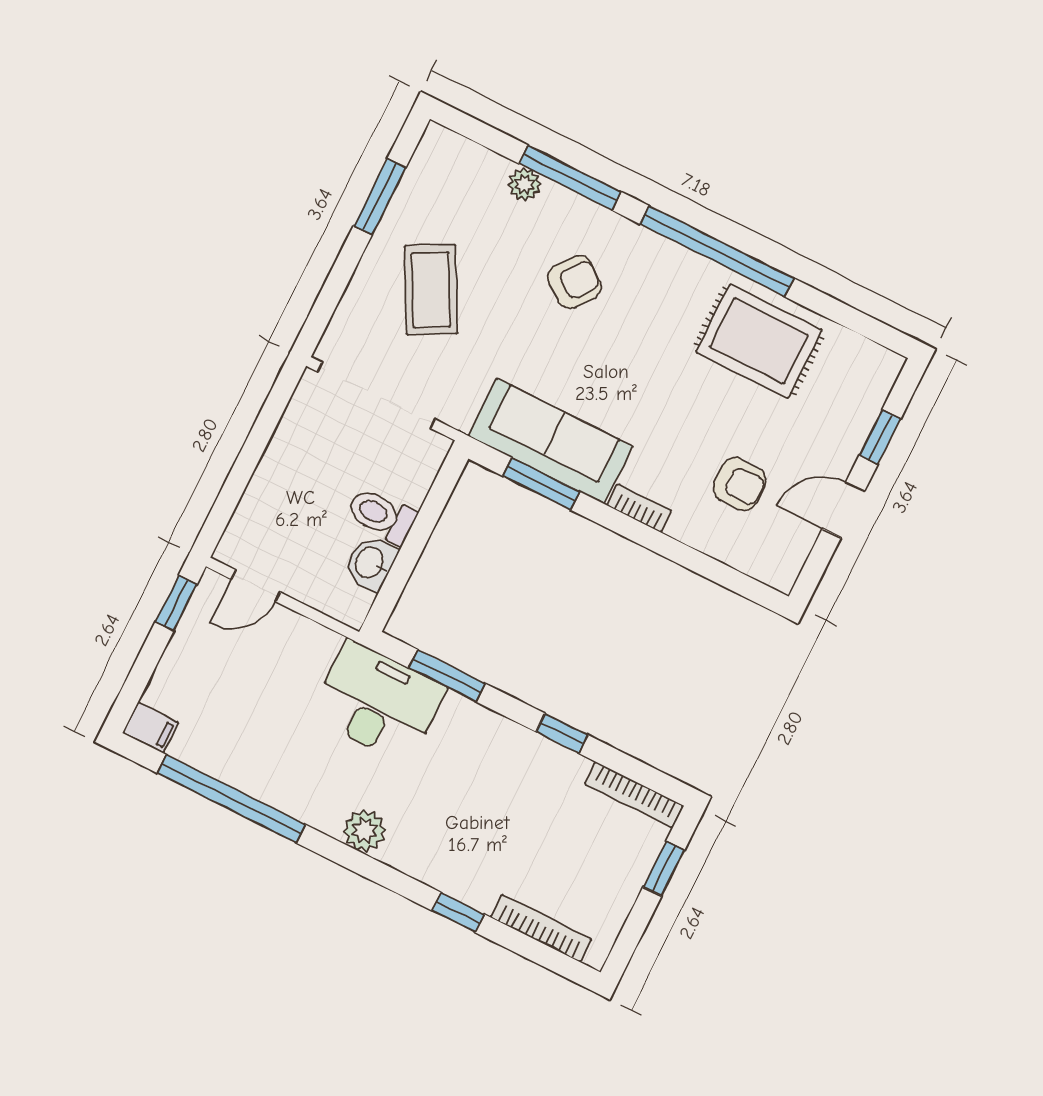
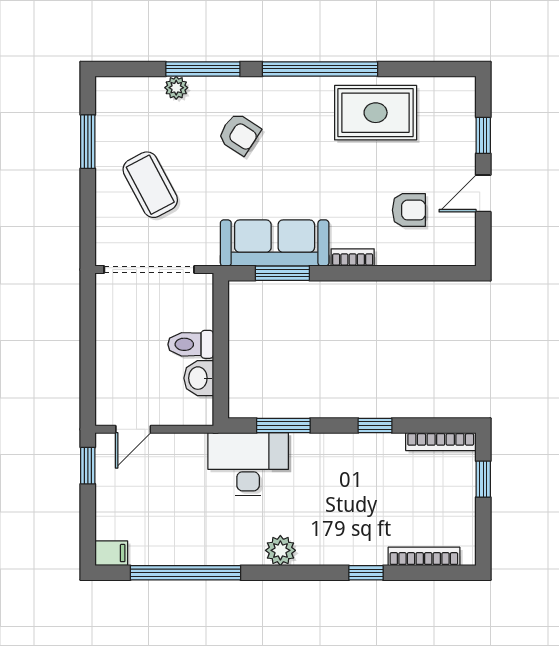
armchair: (574, 282) -> (239, 134), turned 86

